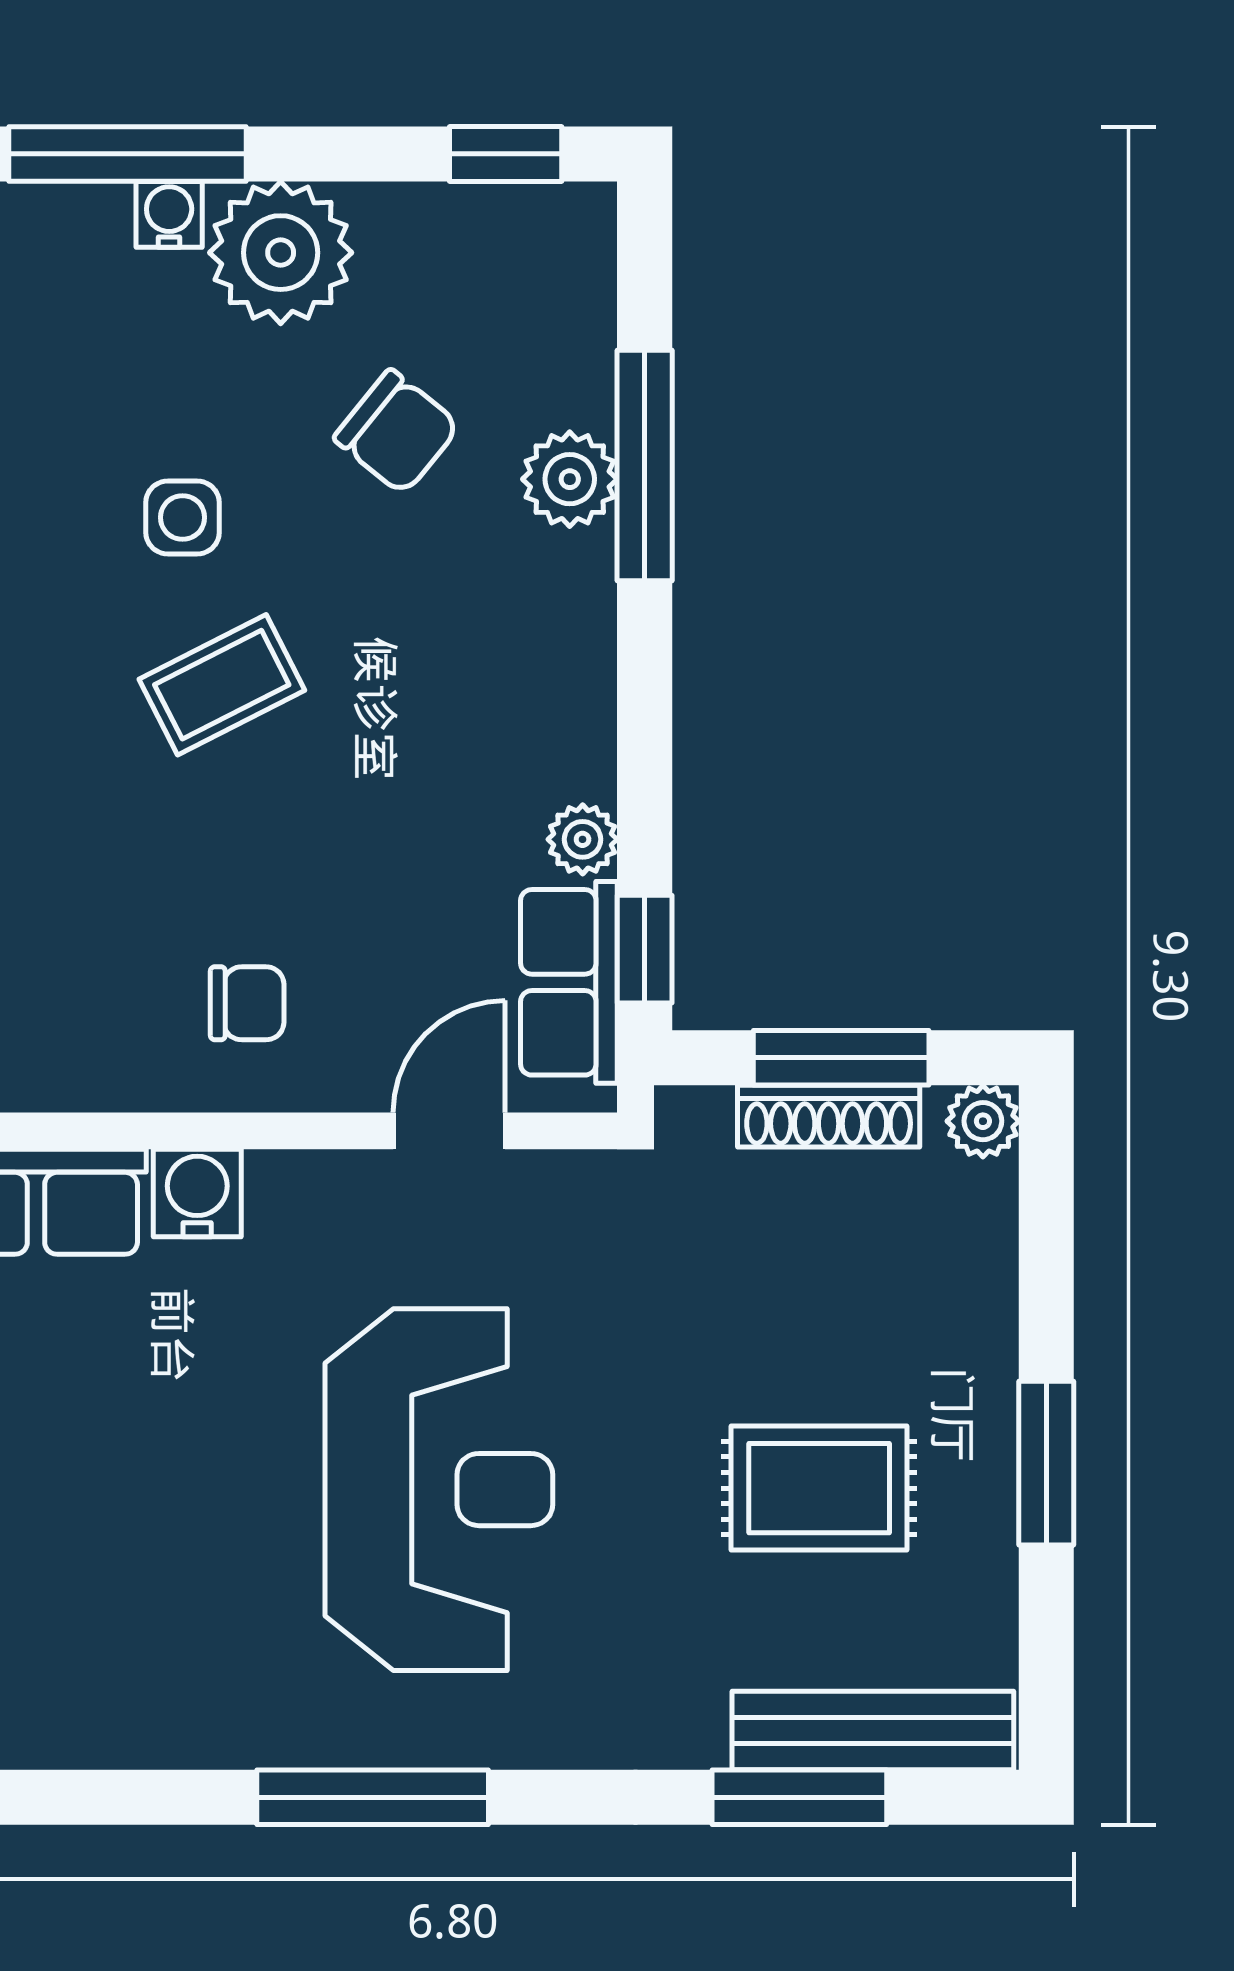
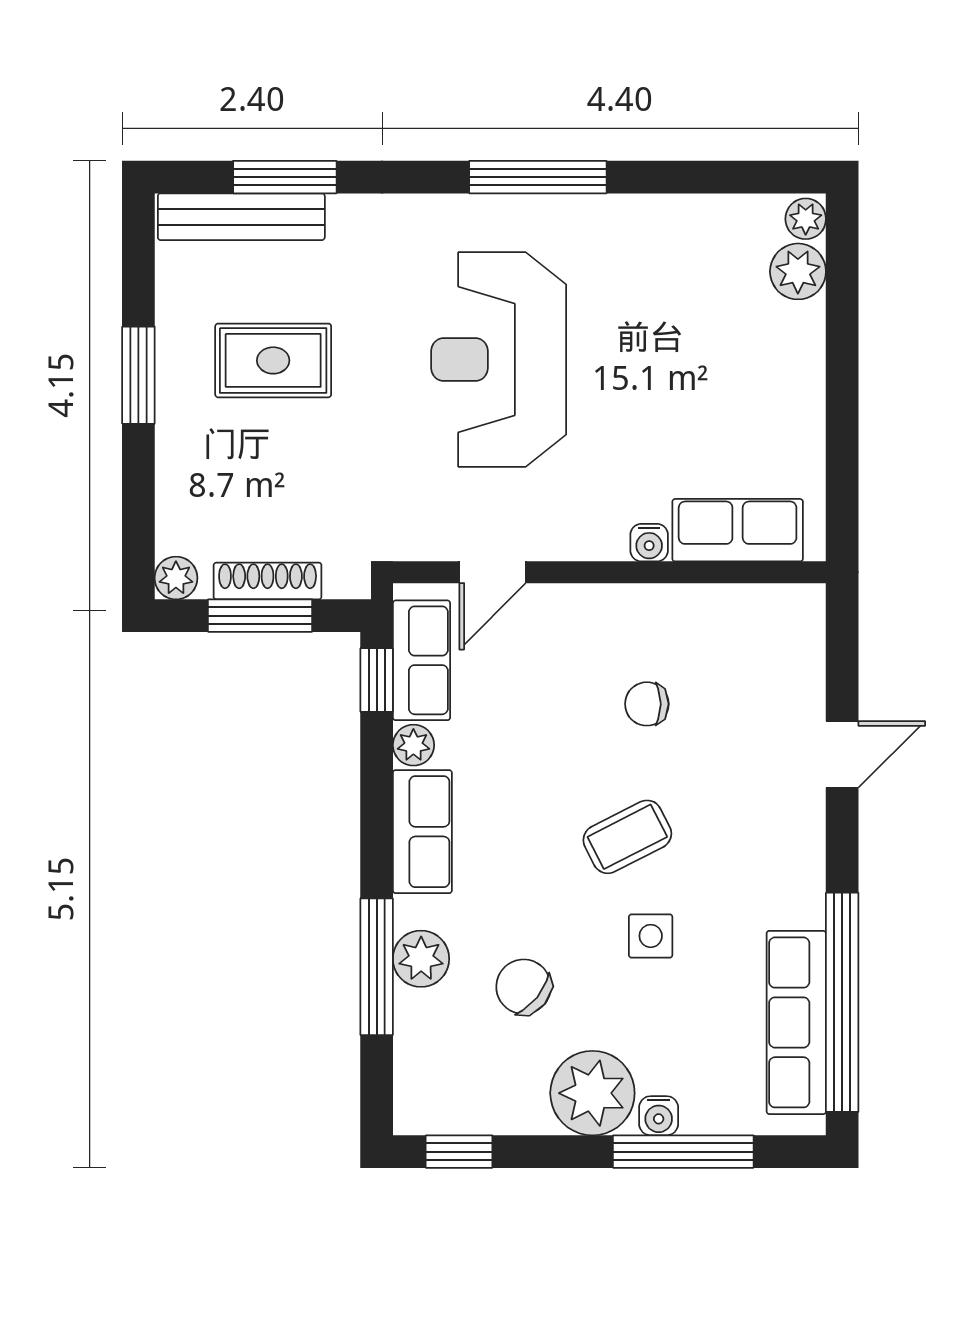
row of seats: (568, 693) -> (422, 832), added
chair: (247, 1003) -> (647, 704), moved
water cooler: (197, 1193) -> (649, 543), width x0.72, depth x0.72

